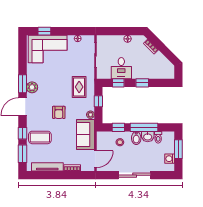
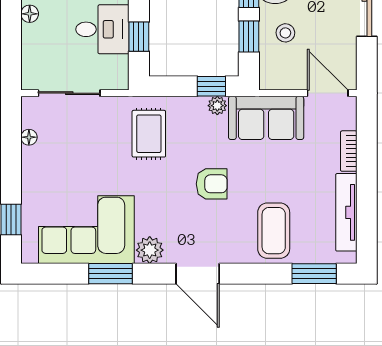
corner sofa: (48, 49) -> (86, 230), moved, turned -90
window: (23, 84) -> (110, 274), moved
rug: (79, 87) -> (149, 134), turned 90
window: (98, 101) -> (211, 86), moved
window: (23, 133) -> (263, 274), removed

